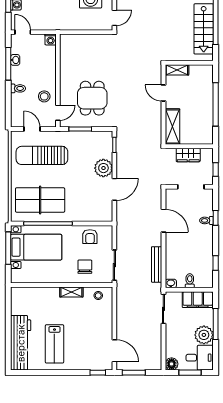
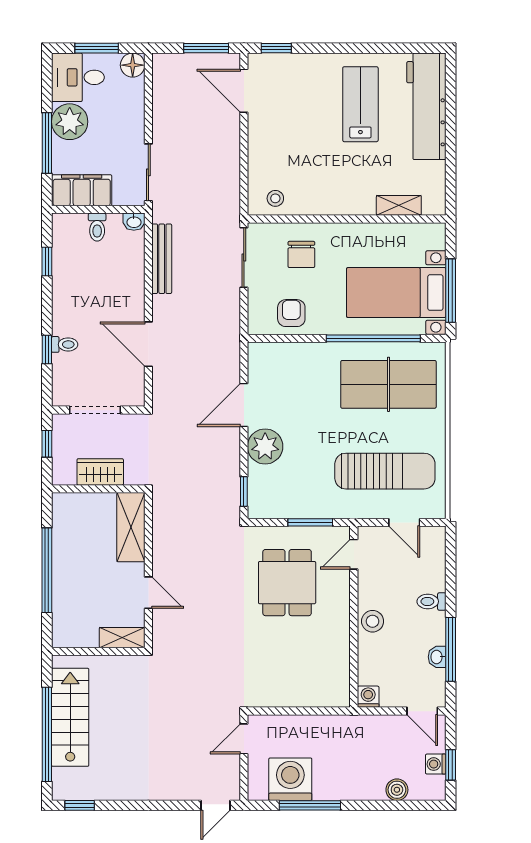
stool: (44, 96) -> (373, 621), moved
shelving: (71, 292) -> (399, 205), moved

